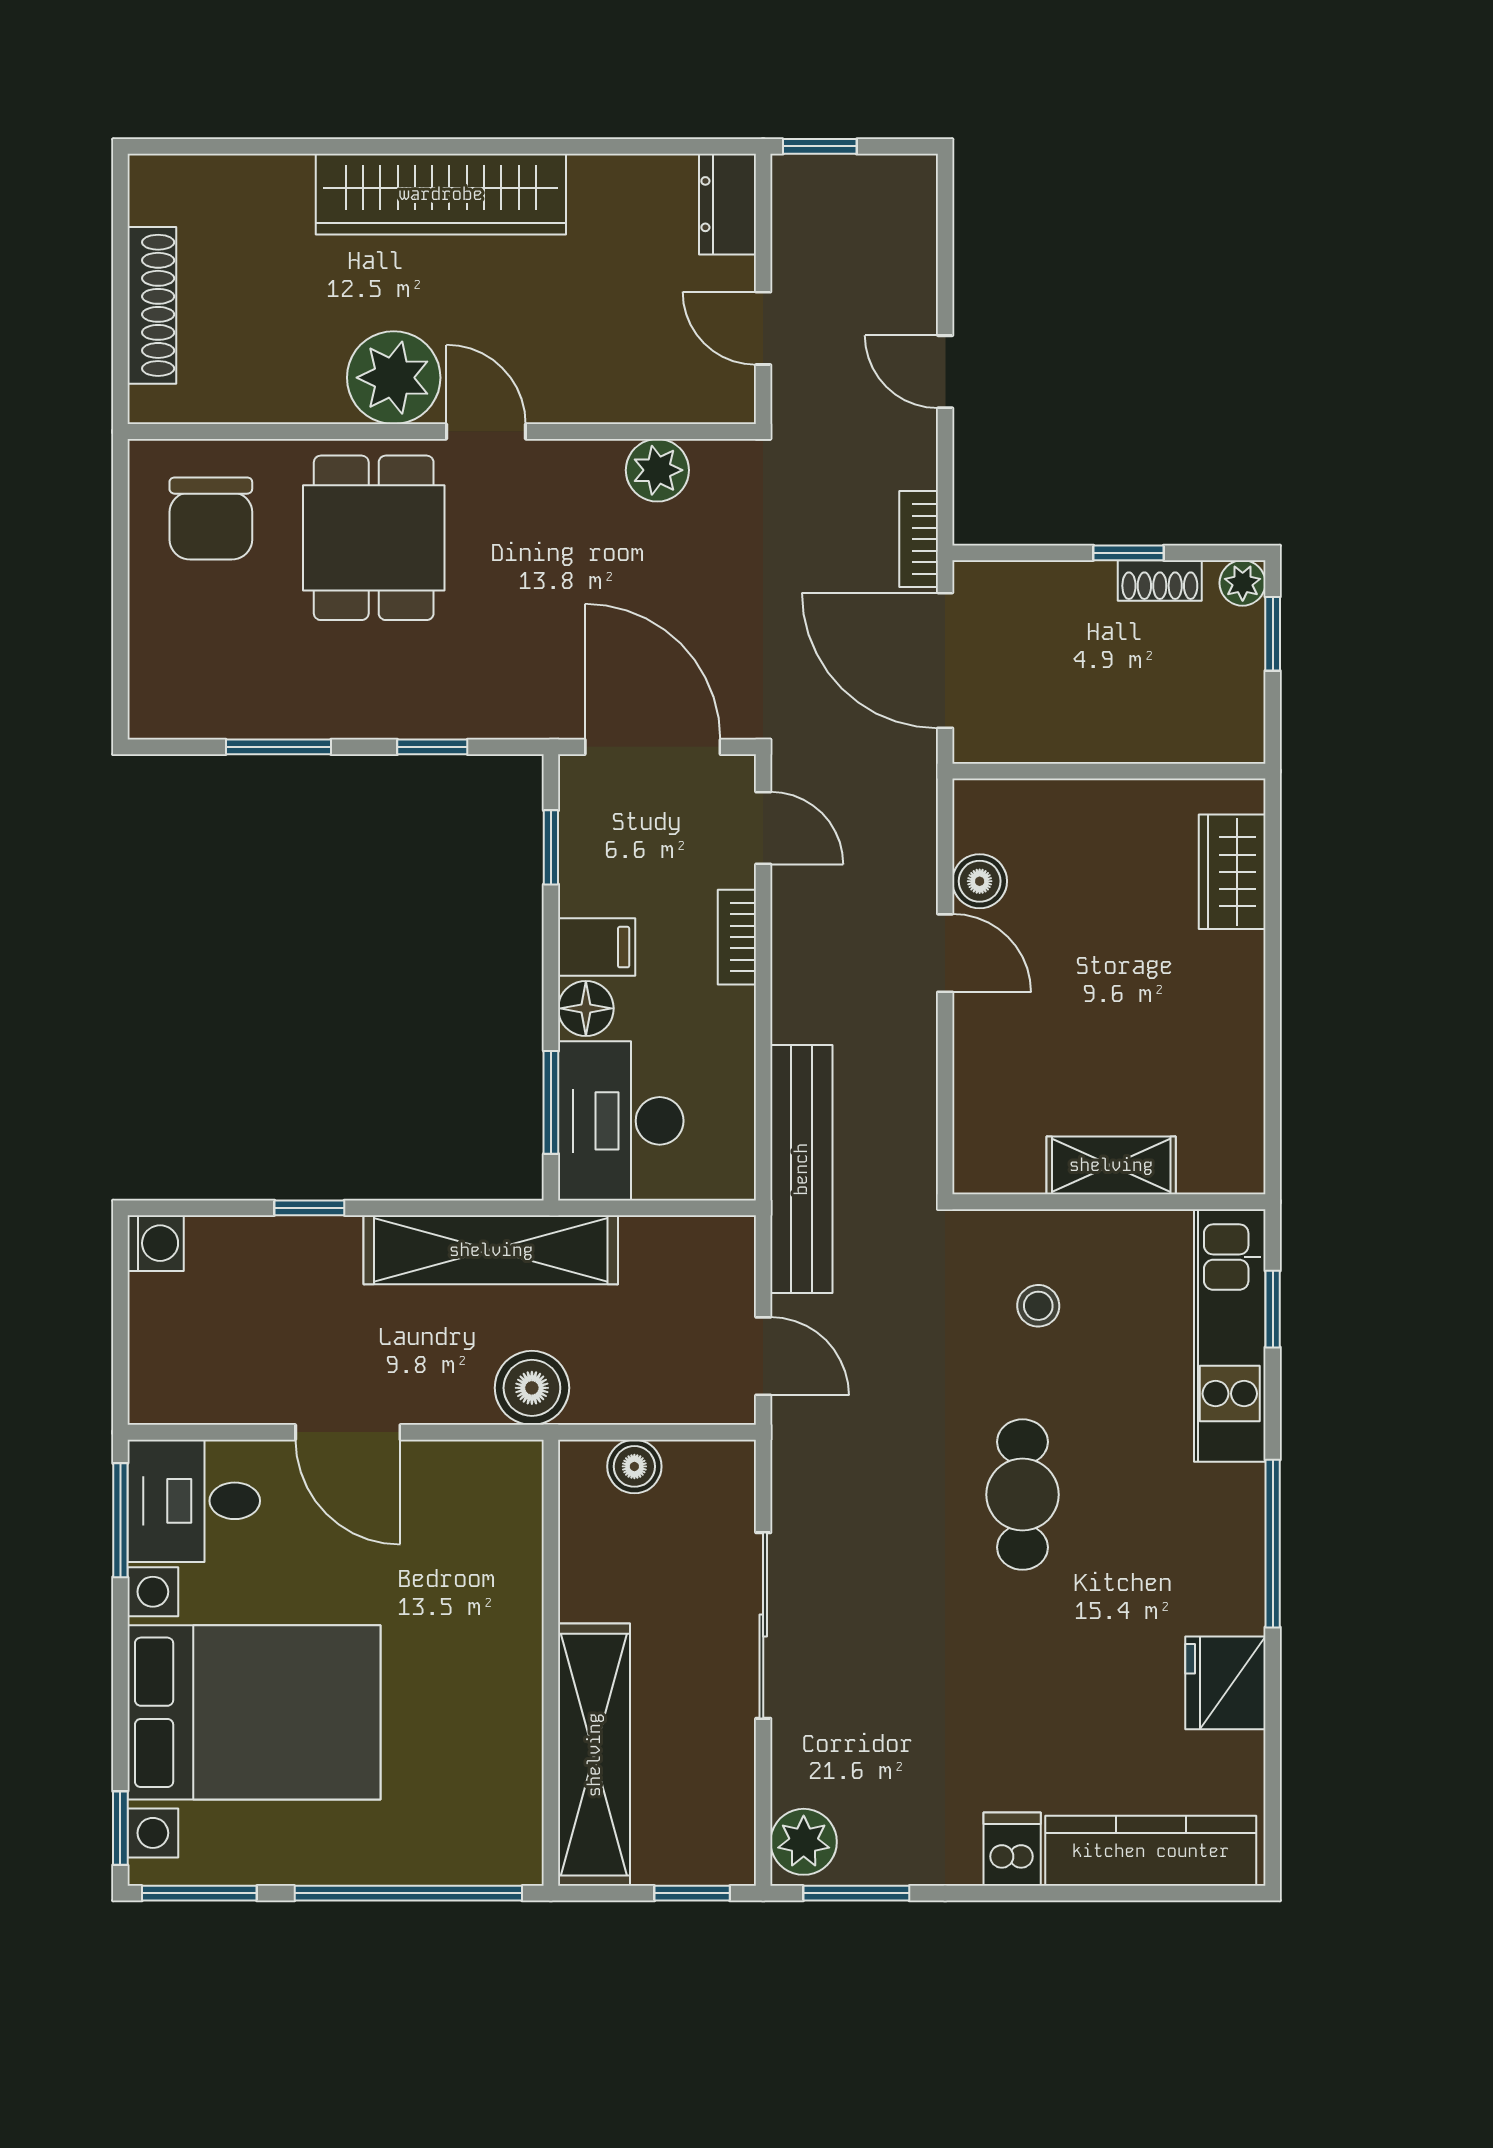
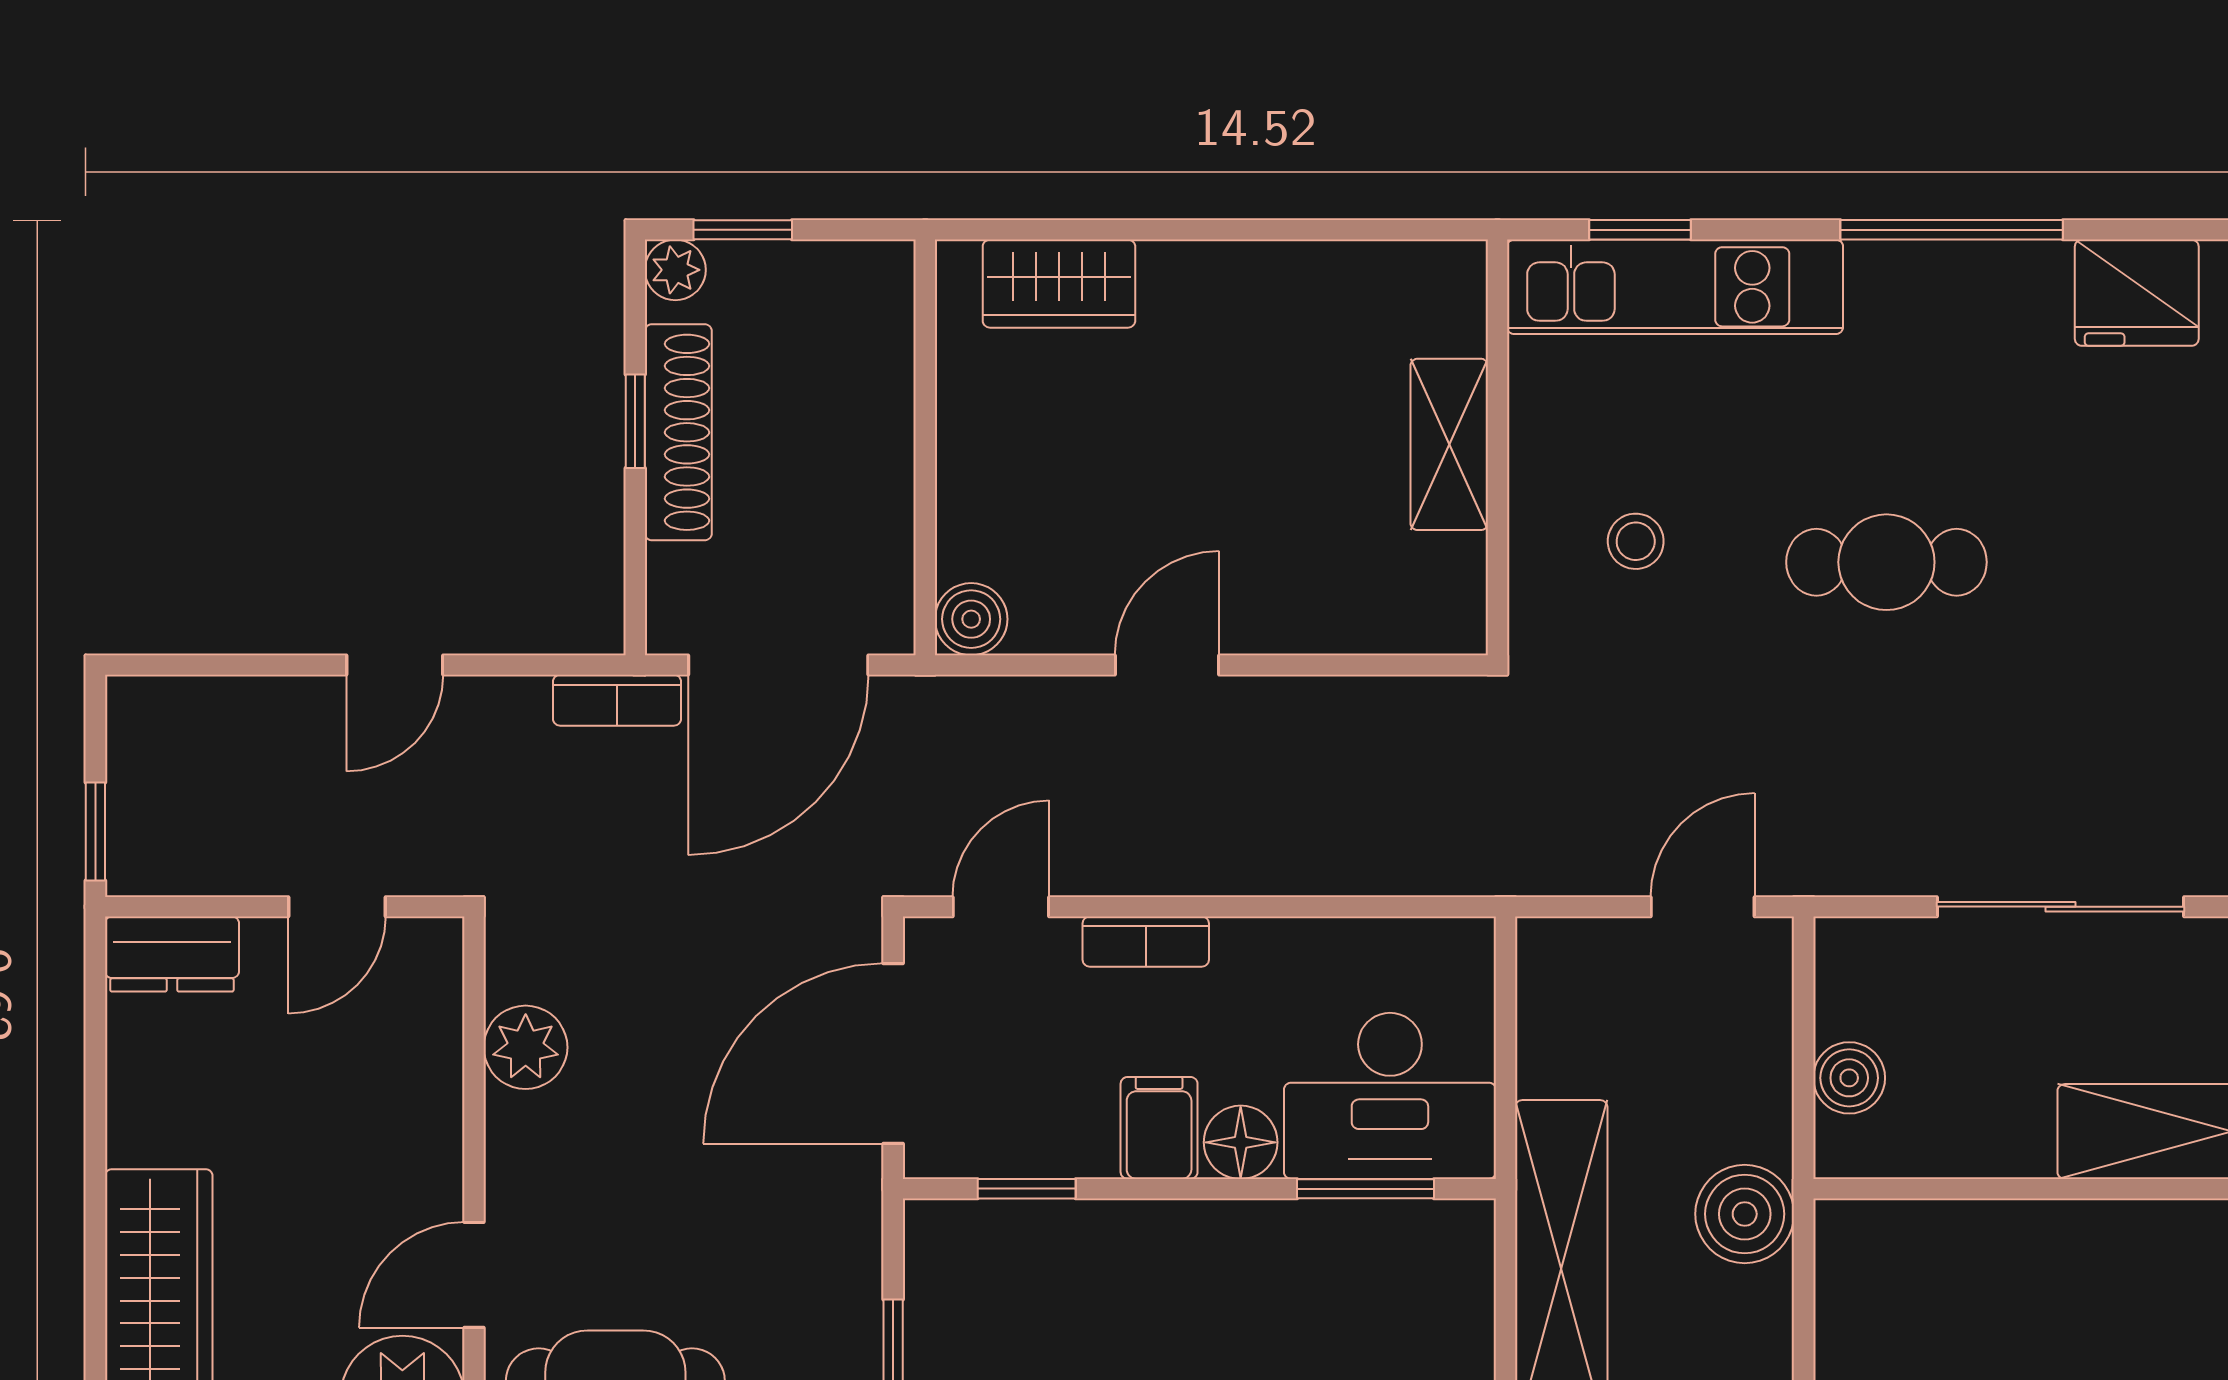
shoe rack: (1160, 580) -> (678, 432), width x1.94, depth x1.24
boiler: (980, 881) -> (971, 619), moved
bench: (801, 1169) -> (1454, 856), removed

